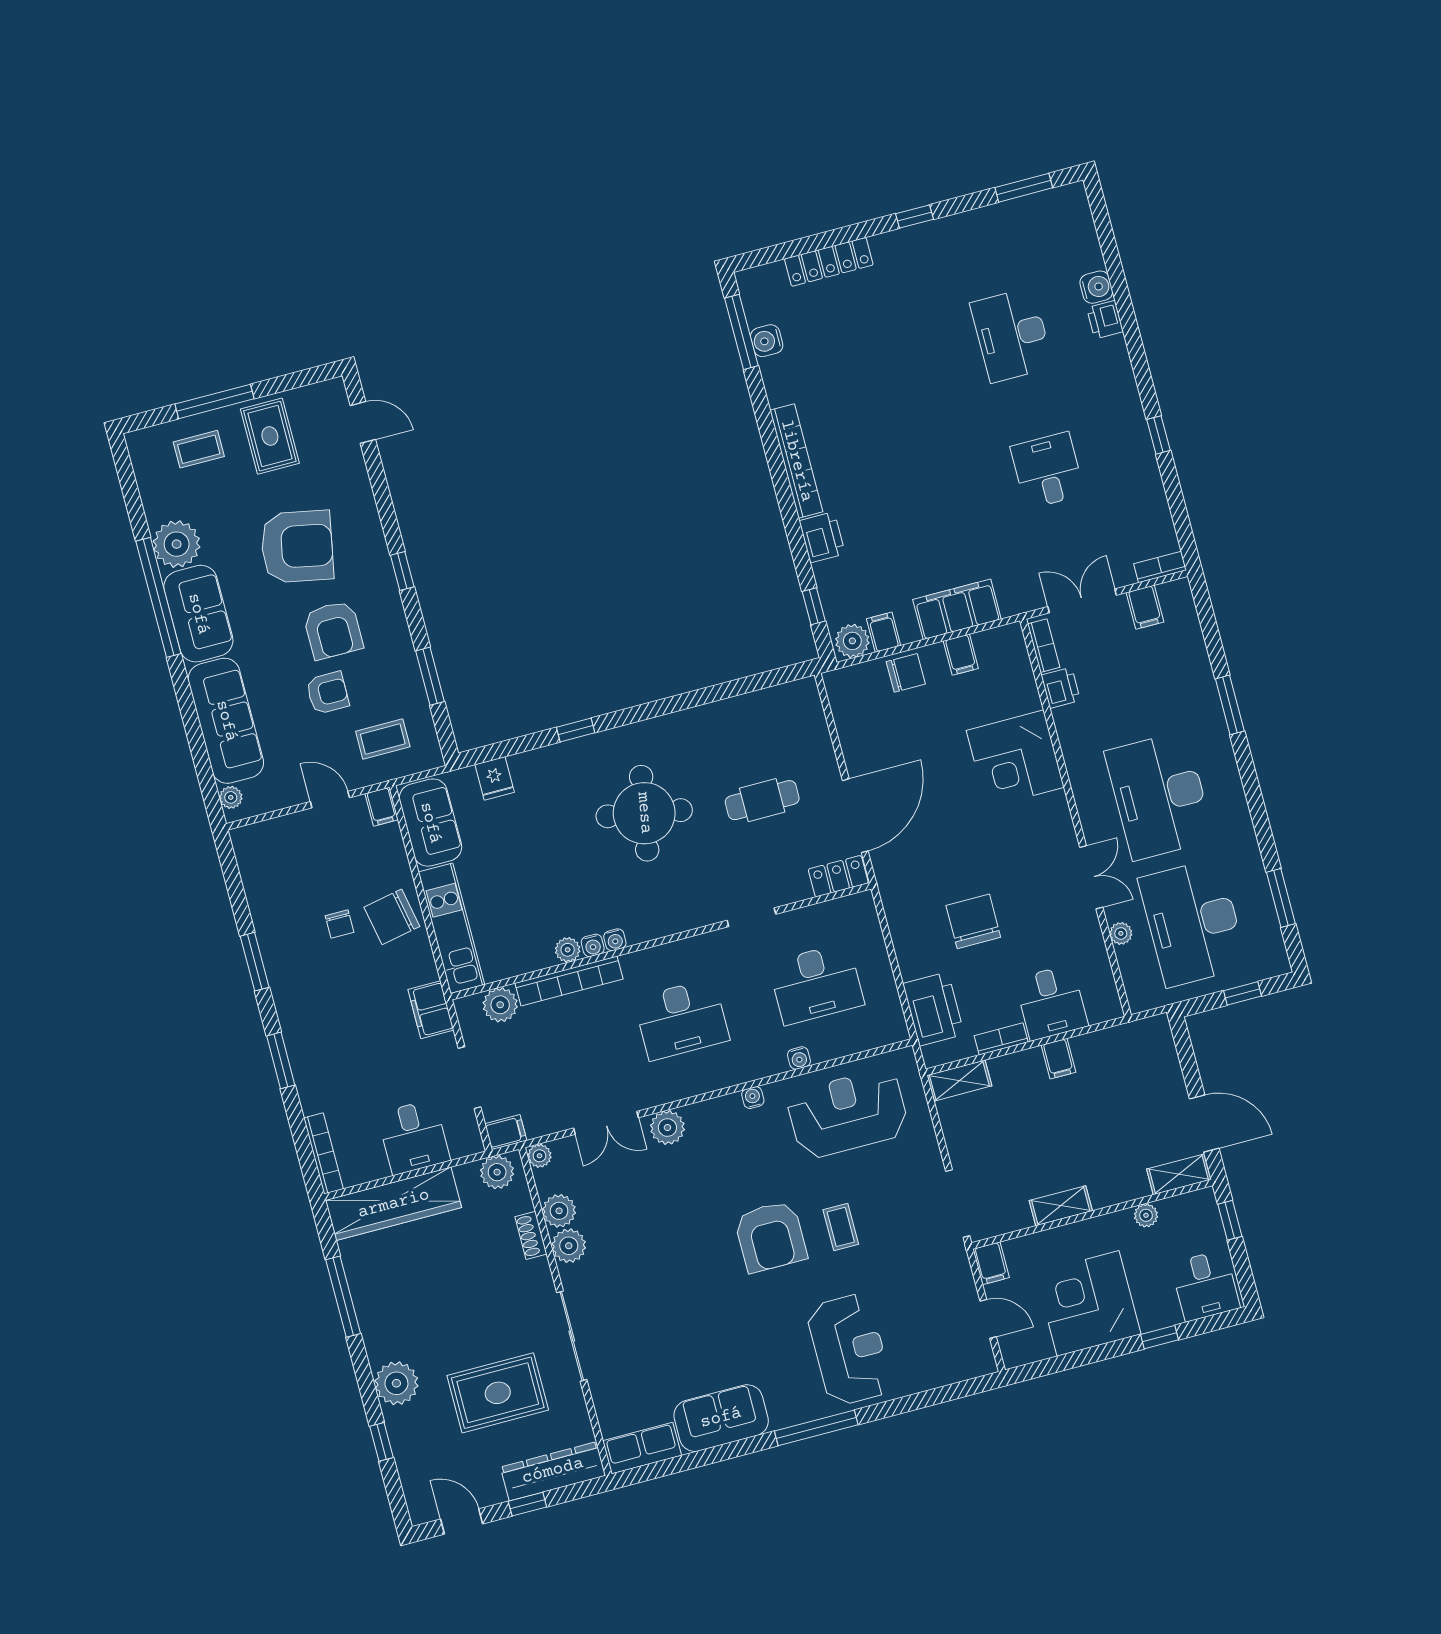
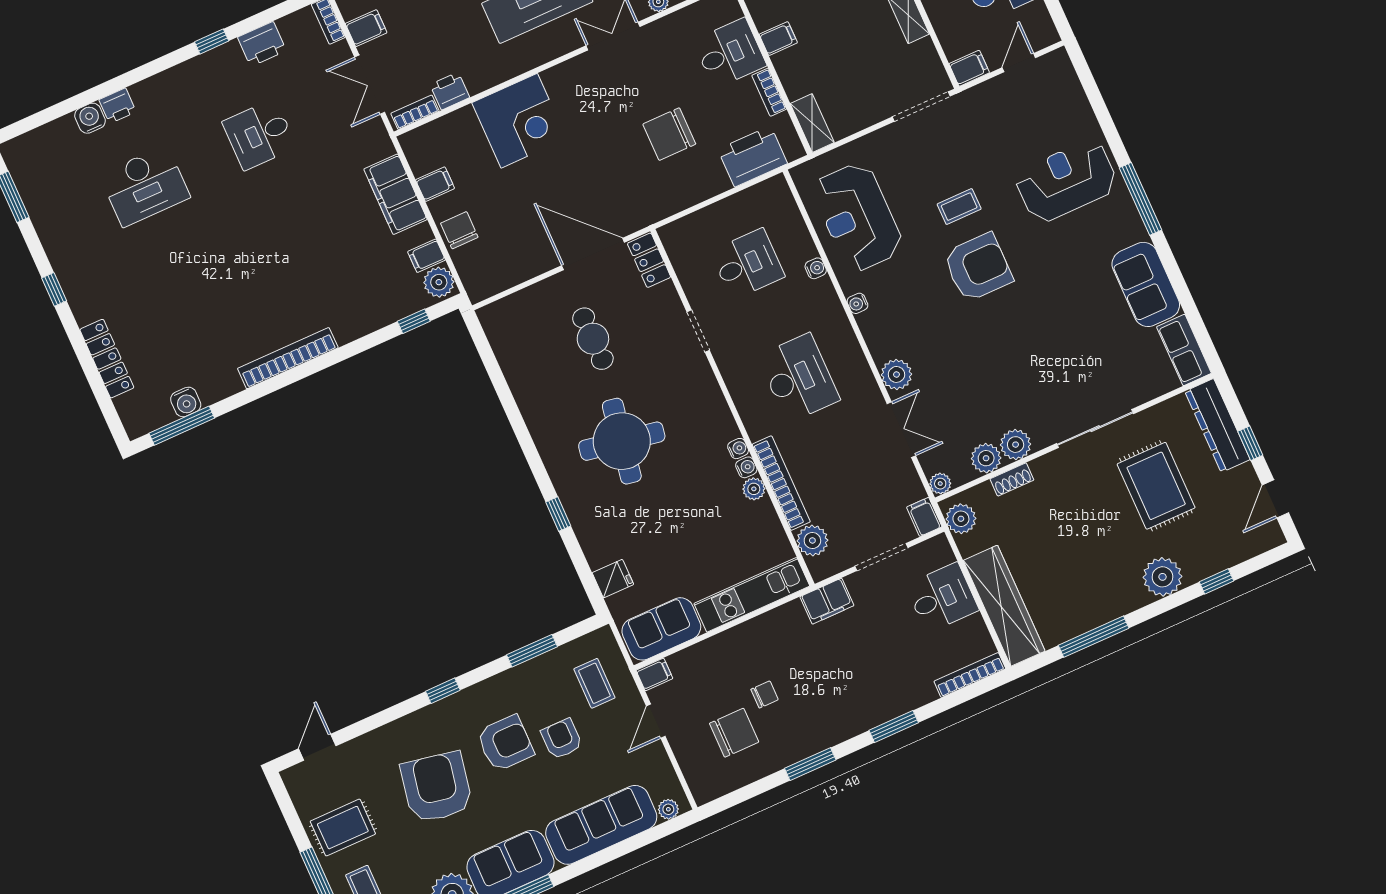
printer: (822, 537) -> (262, 44), moved, turned 180
chair: (392, 917) -> (734, 733), moved, turned -79
desk: (816, 984) -> (747, 264), width x0.73

